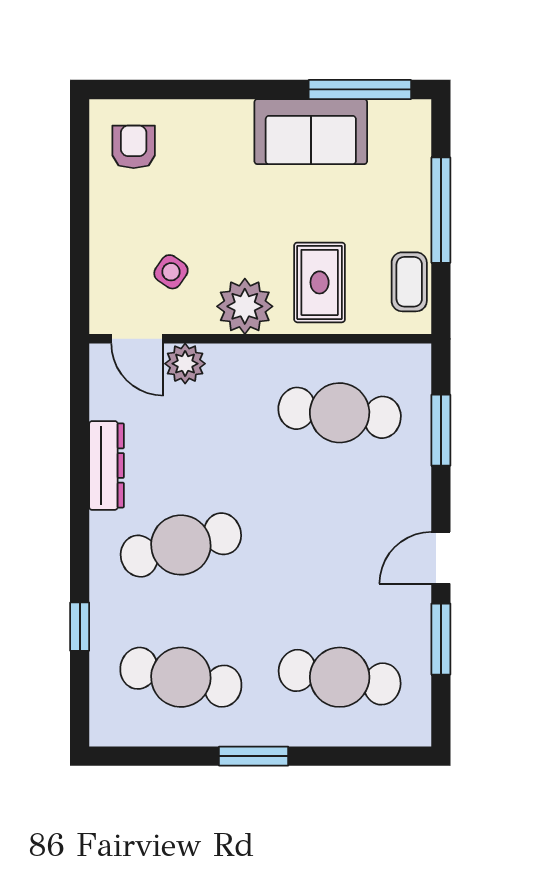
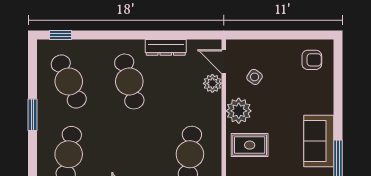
door: (137, 339) -> (224, 62), hinge flipped
window: (80, 627) -> (61, 35), moved
cafe table: (181, 677) -> (69, 81), turned -36

